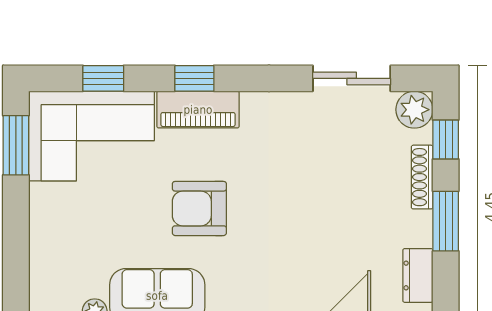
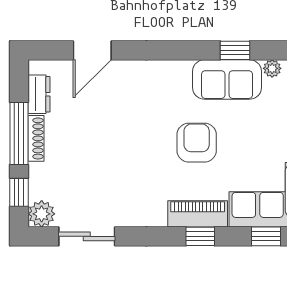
shoe rack: (422, 177) -> (36, 138), moved
armchair: (199, 208) -> (197, 143), turned -90
window: (446, 221) -> (19, 134), width x1.44

